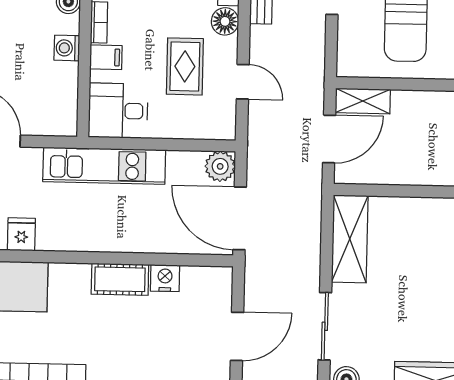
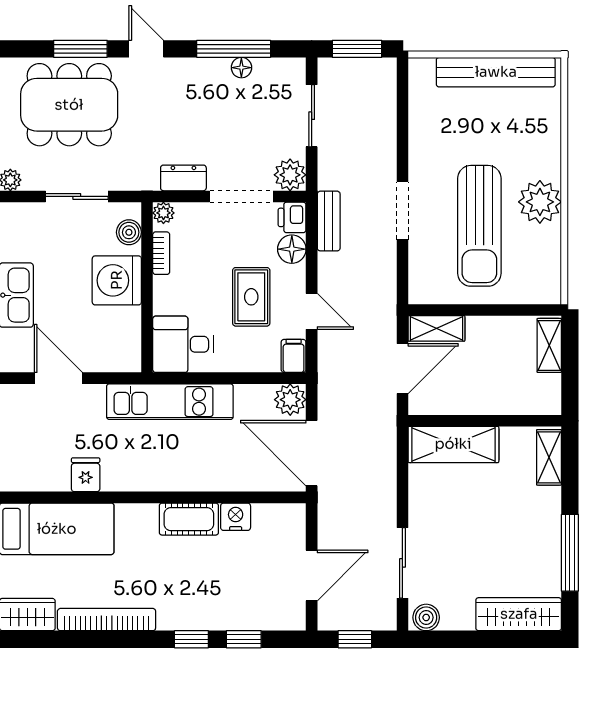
washing machine: (67, 48) -> (117, 280), width x1.89, depth x1.89
filing cabinet: (106, 57) -> (294, 356), moved, turned -90
shelving: (350, 239) -> (453, 444), moved, turned 90

